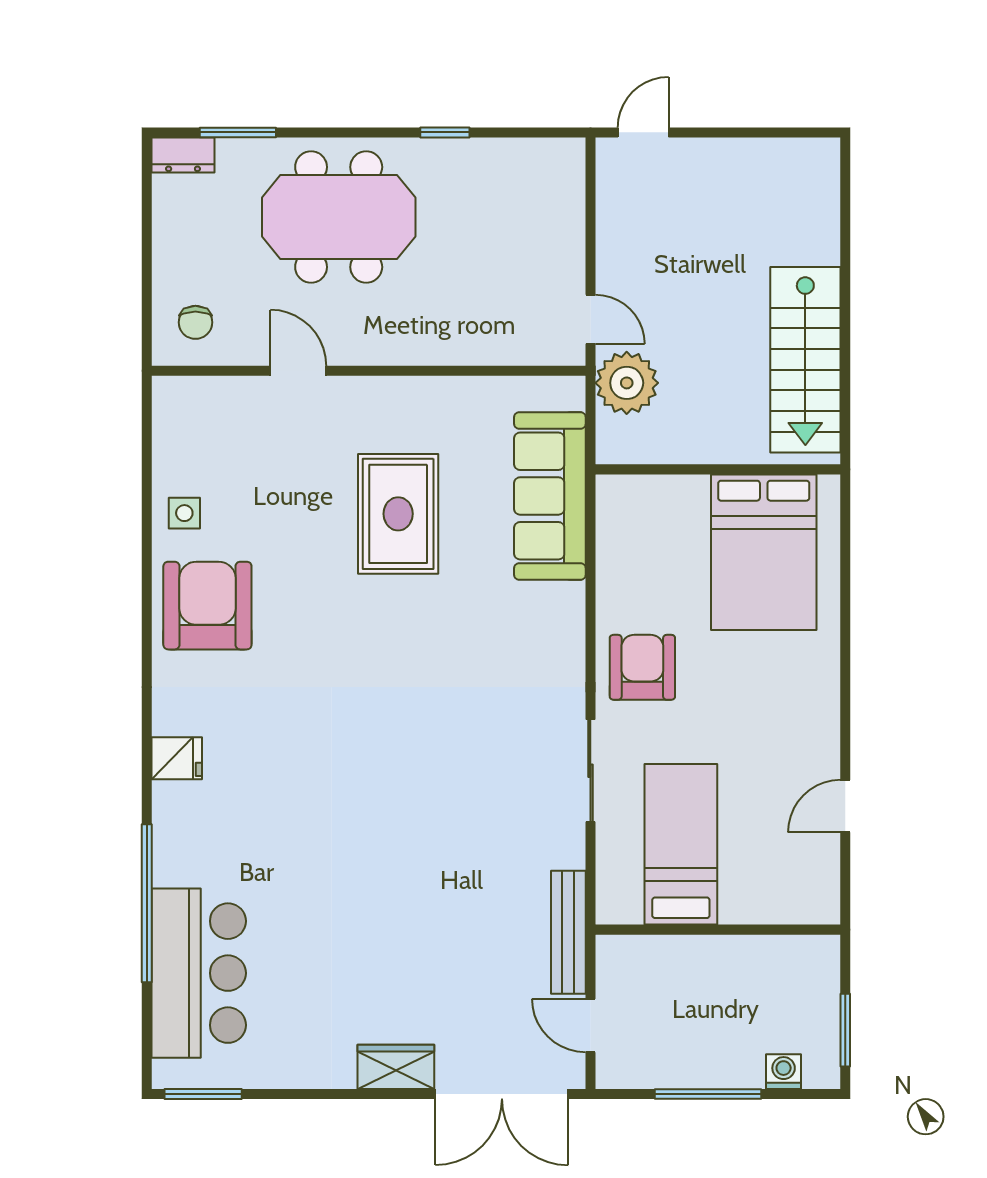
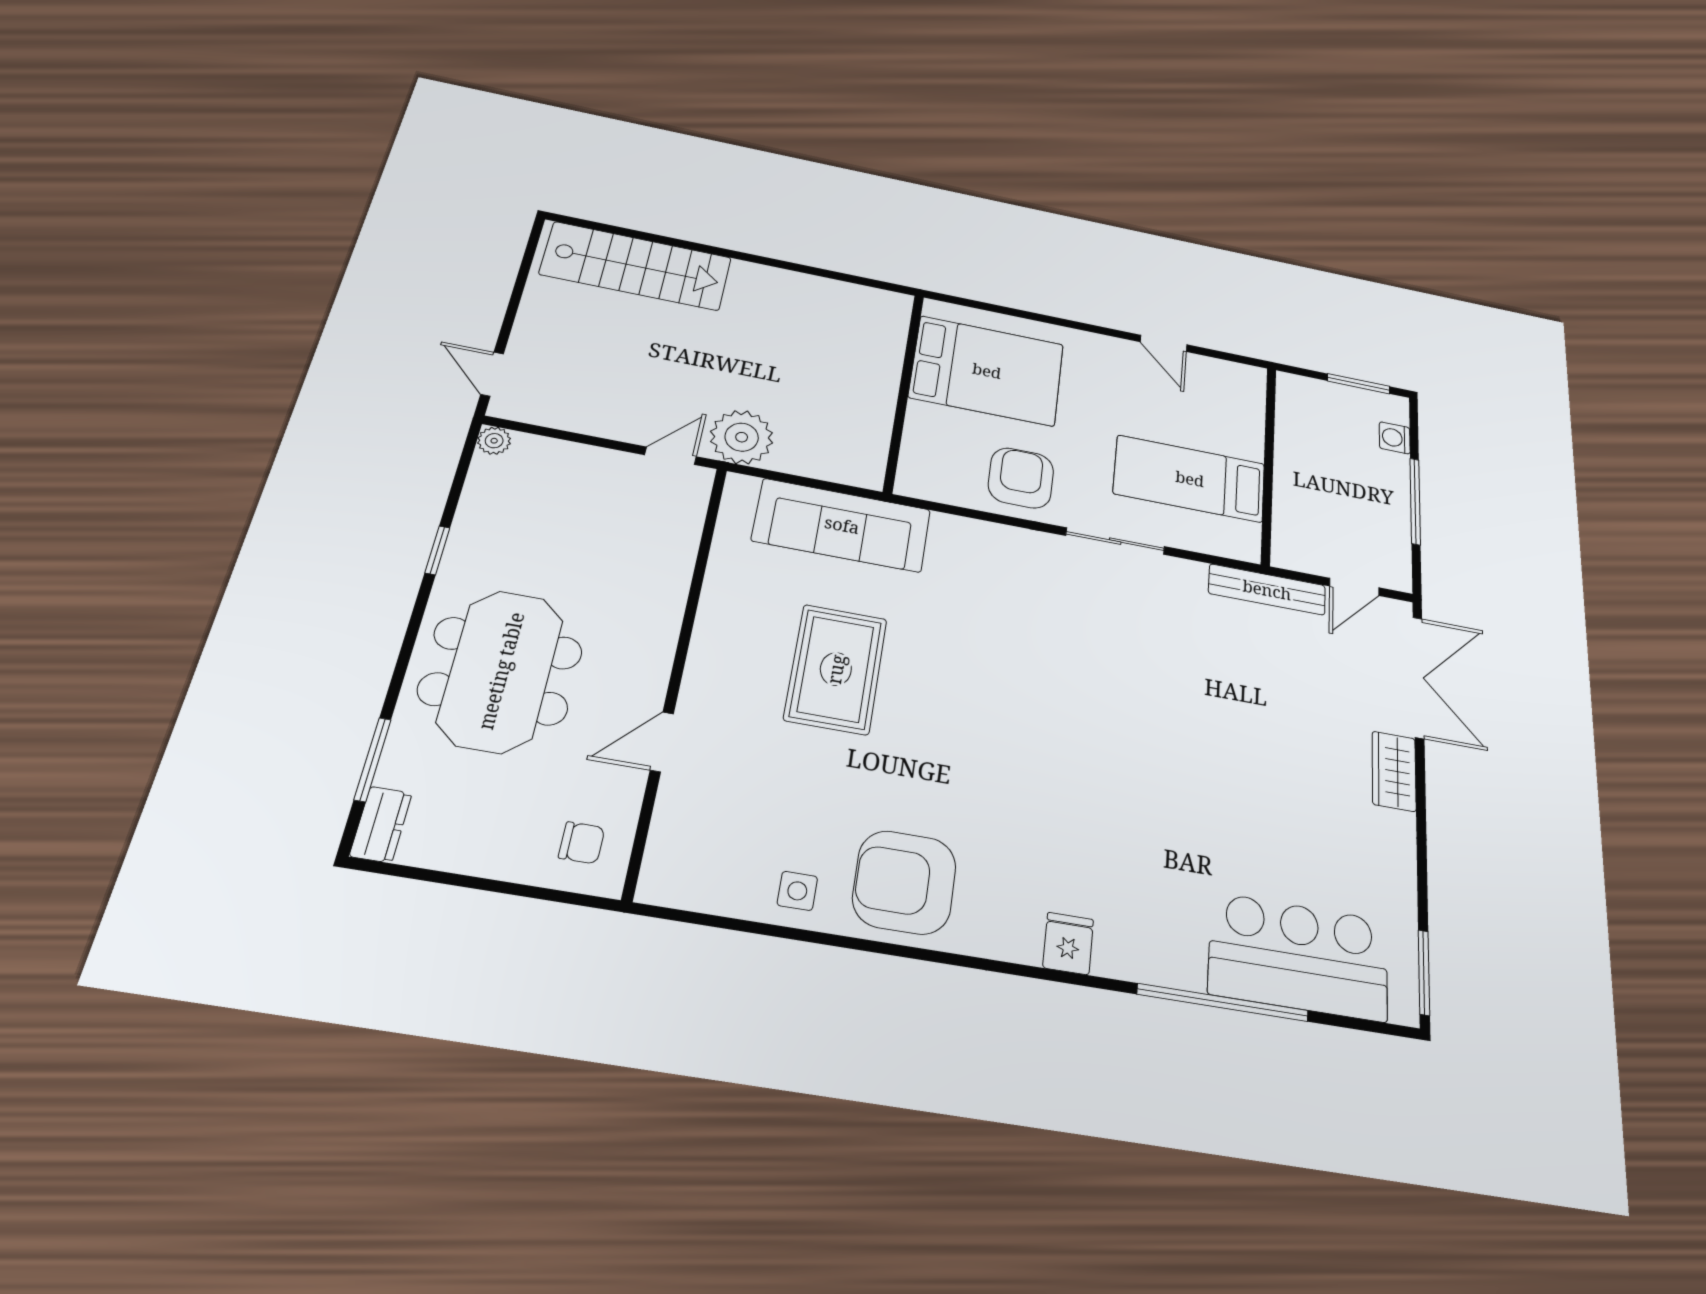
plant: (570, 153) -> (494, 441), added
stairs: (805, 360) -> (636, 266), moved
wall: (718, 469) -> (904, 391), moved
rug: (398, 514) -> (836, 669), turned 90
bed: (764, 552) -> (987, 371), moved
armchair: (642, 667) -> (1021, 478), turned 90

